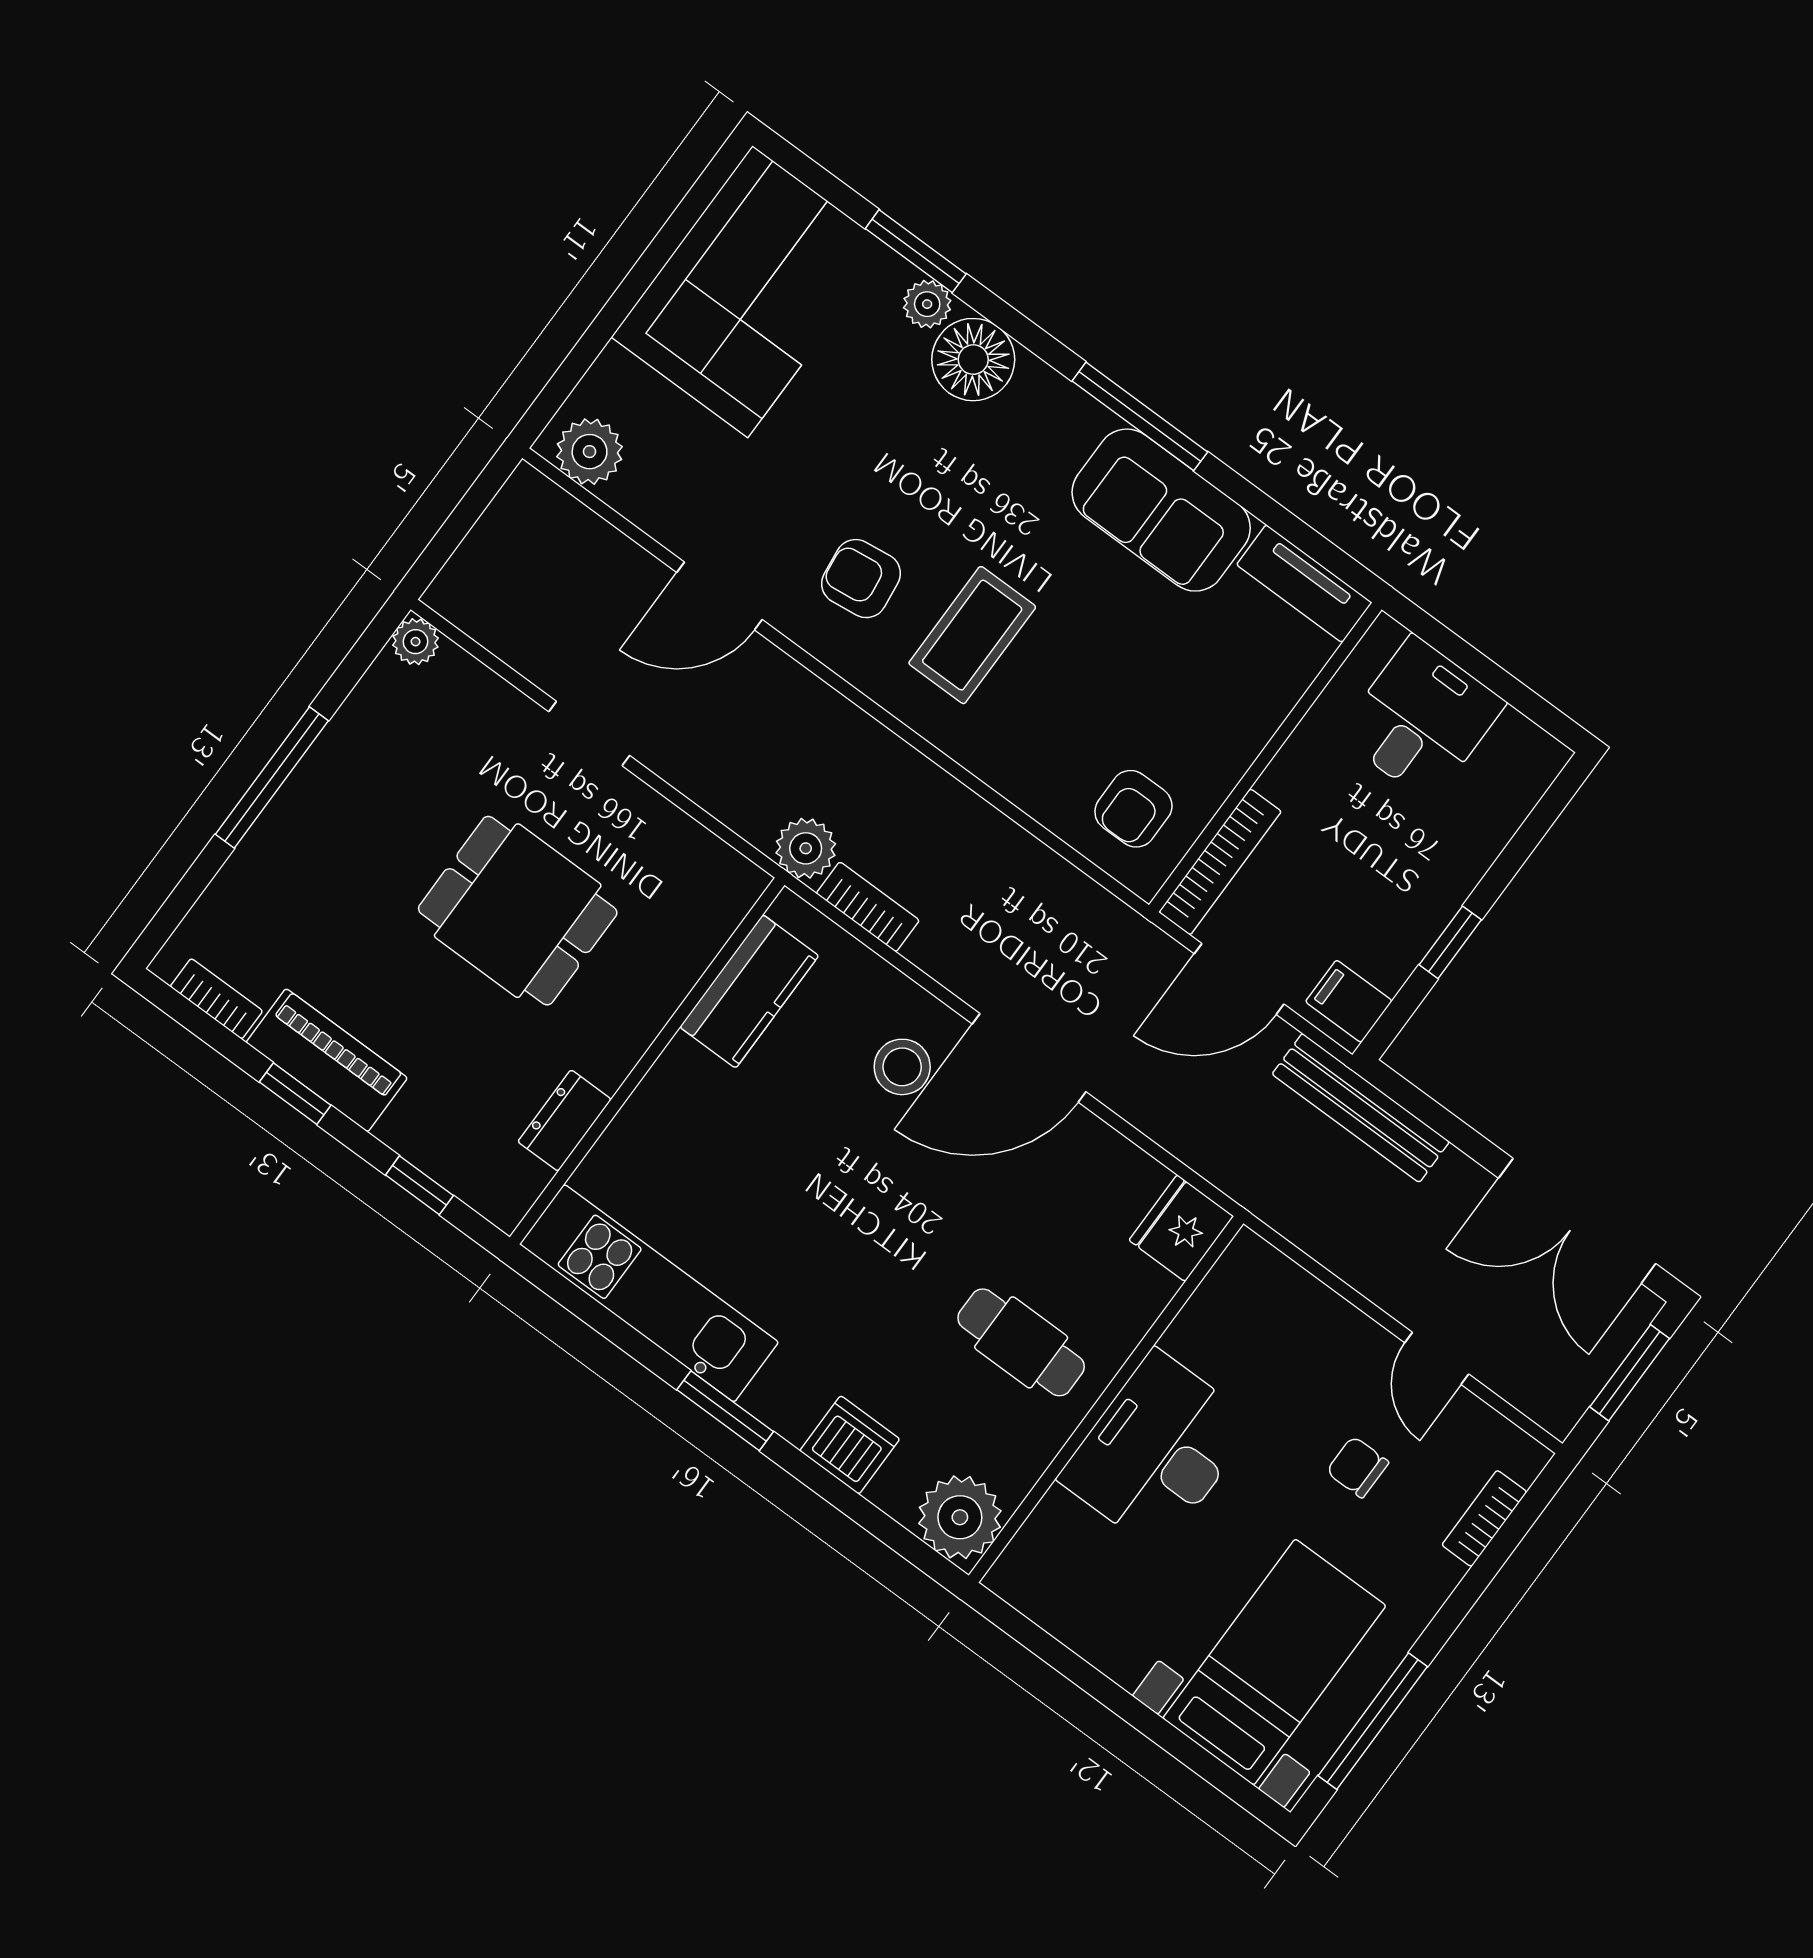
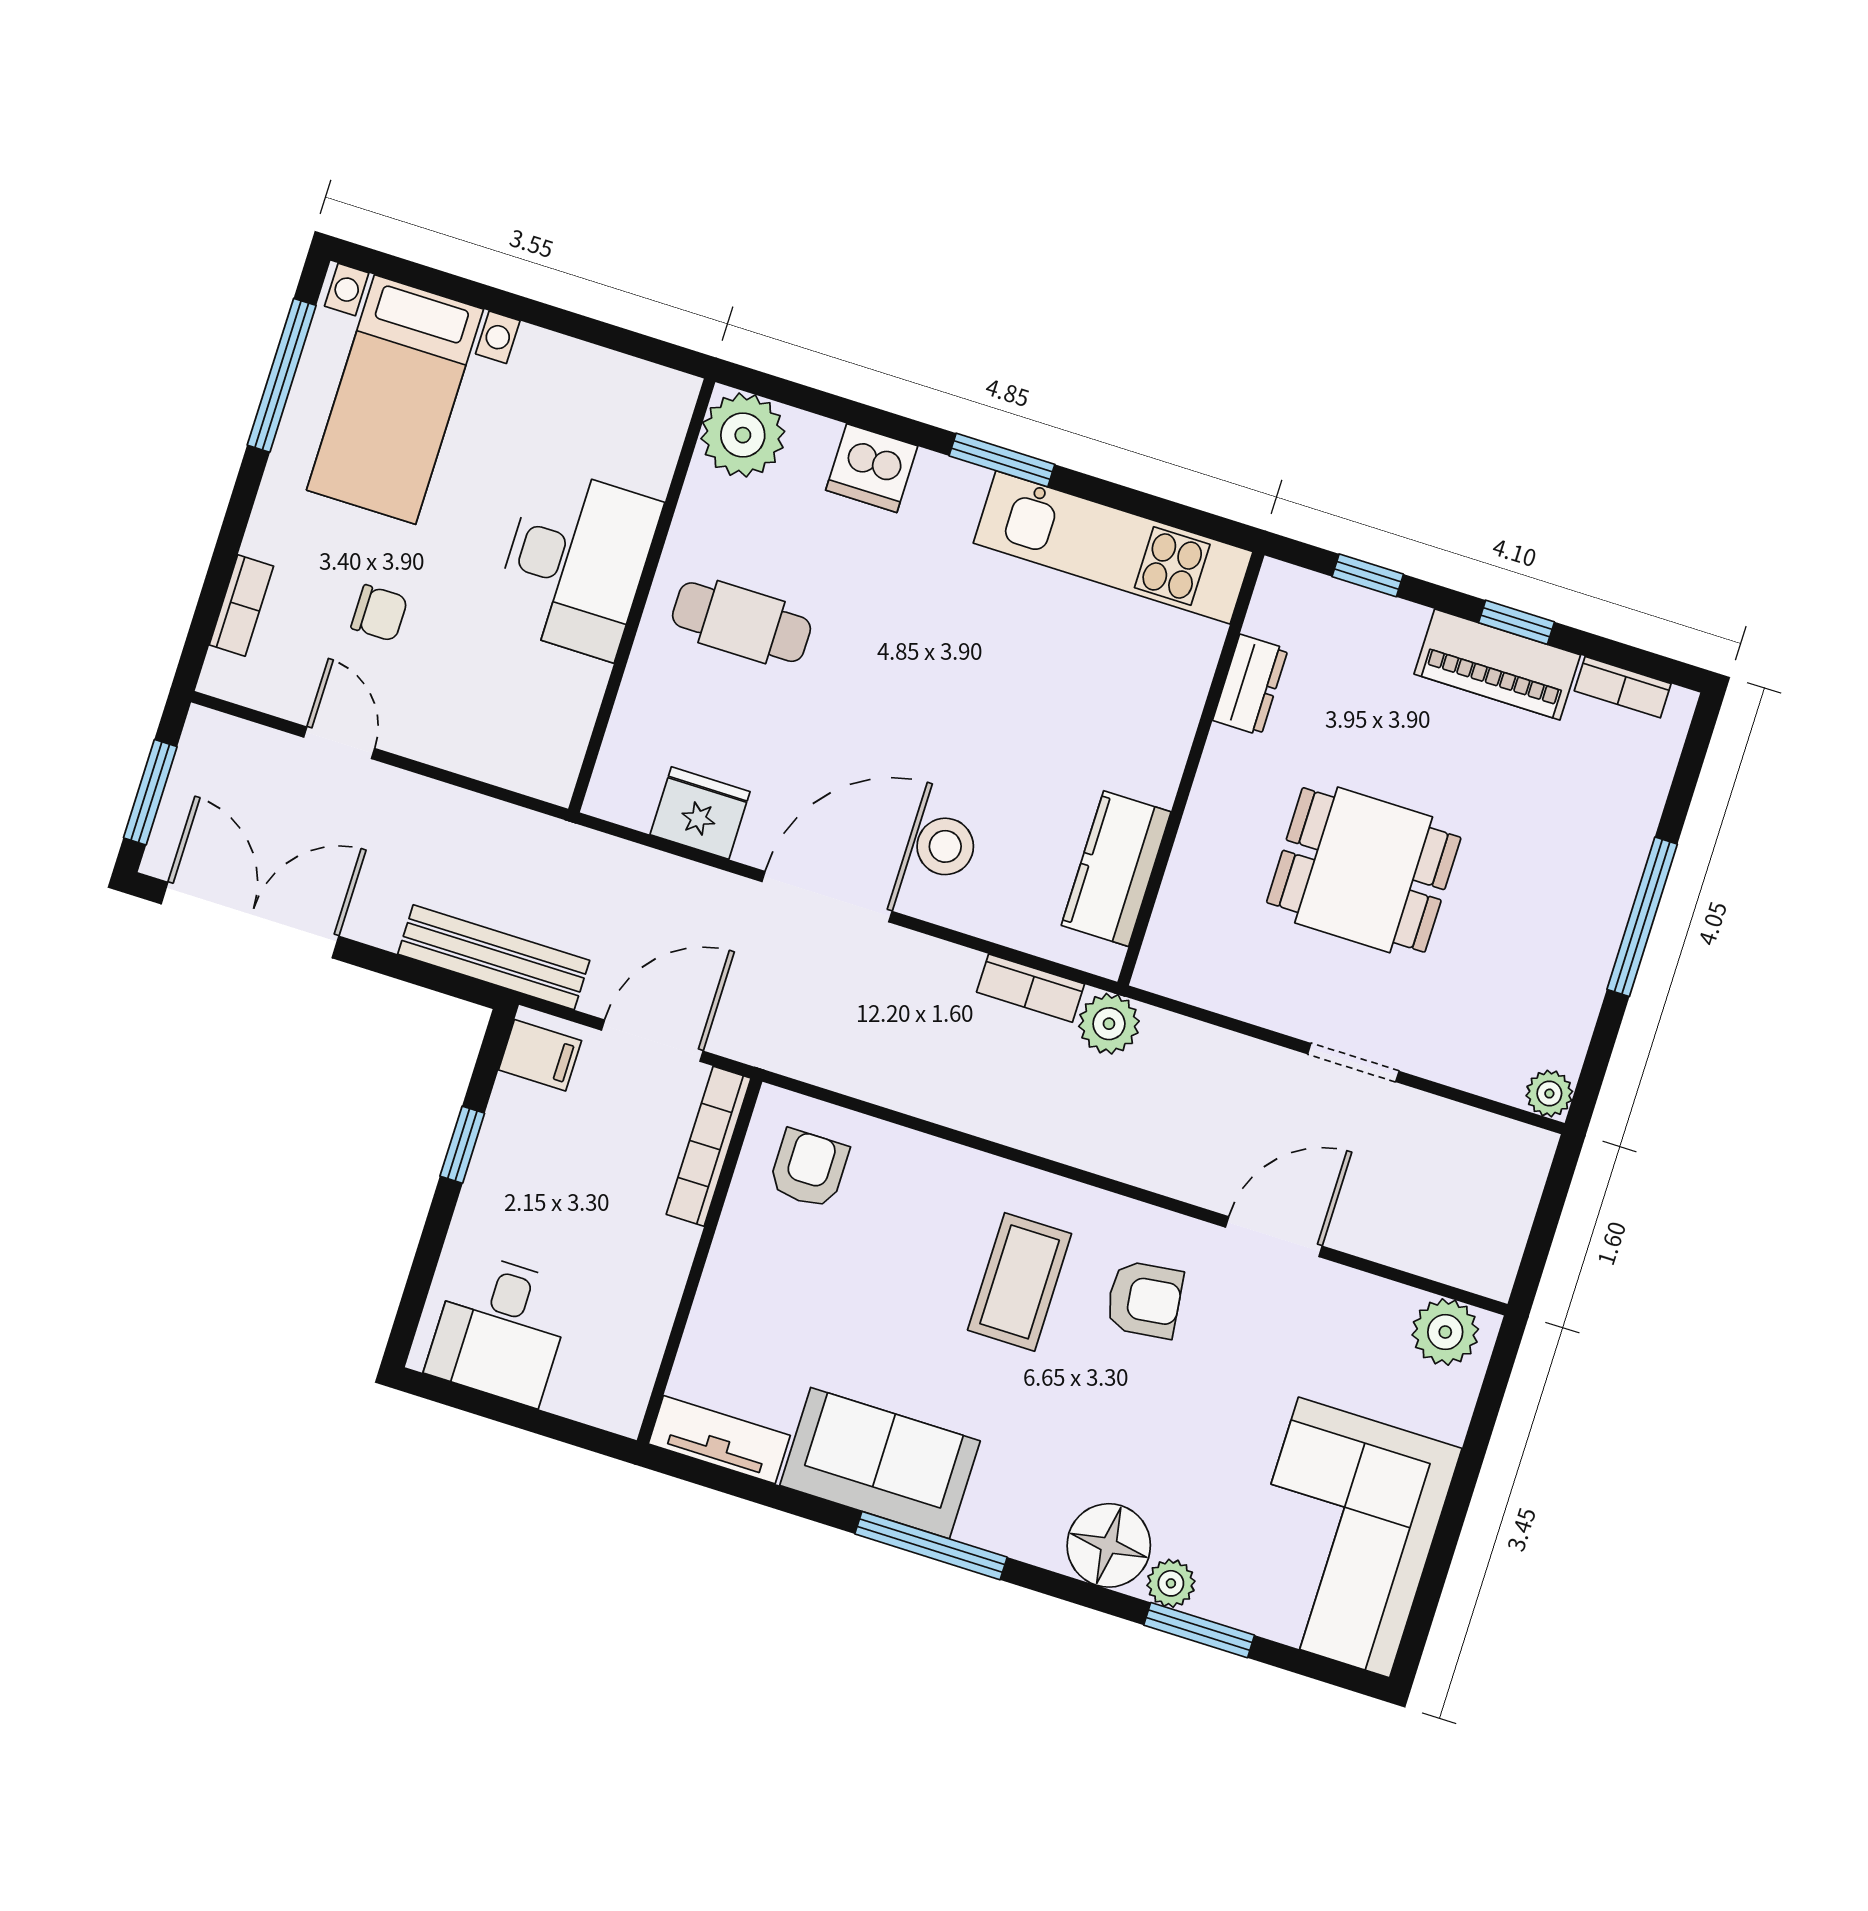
desk: (1422, 719) -> (500, 1329), moved
fridge: (1181, 1228) -> (700, 813), moved, turned -90

